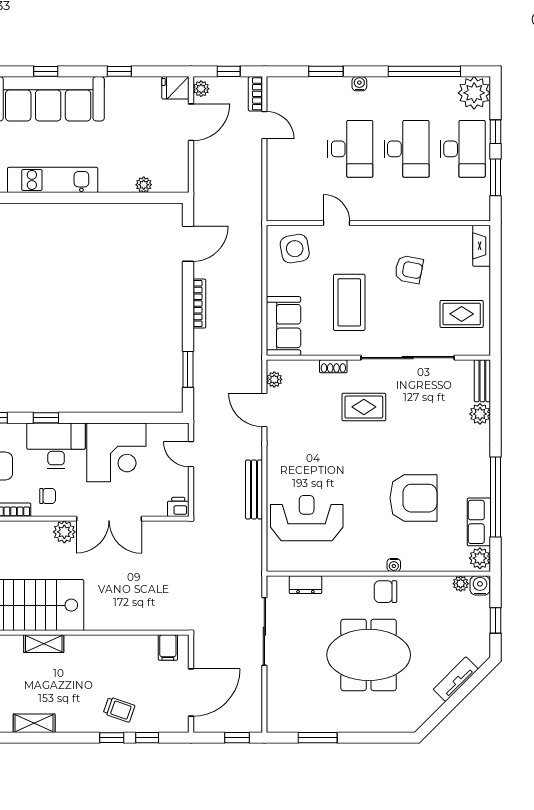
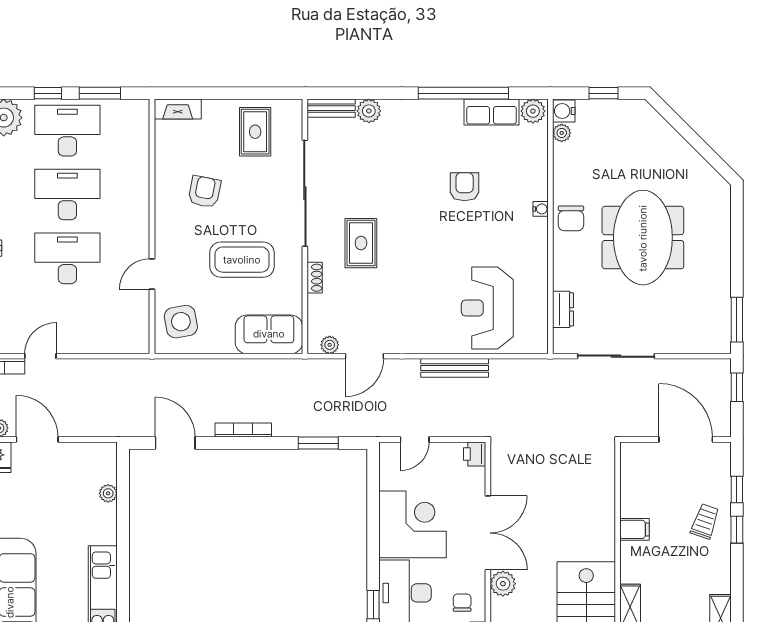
armchair: (413, 498) -> (465, 187), width x0.53, depth x0.53
filing cabinet: (168, 648) -> (635, 529), moved
tv unit: (456, 679) -> (670, 138), removed
window: (318, 738) -> (737, 320), moved

